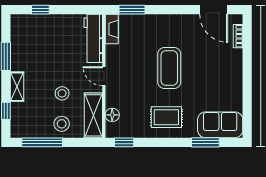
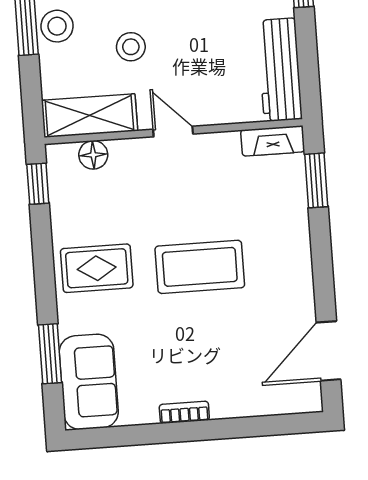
bookcase: (238, 36) -> (184, 412), moved
workbench: (93, 38) -> (280, 70), moved, turned -90
door: (104, 76) -> (173, 132), hinge flipped
rug: (166, 117) -> (97, 268), turned 90
stool: (62, 124) -> (57, 26), moved

